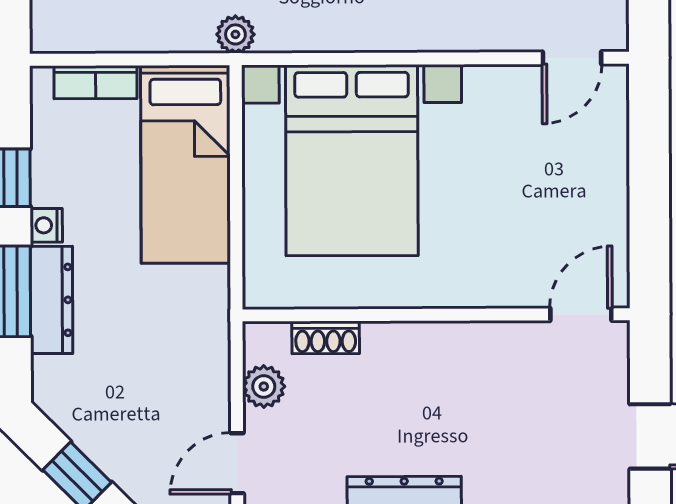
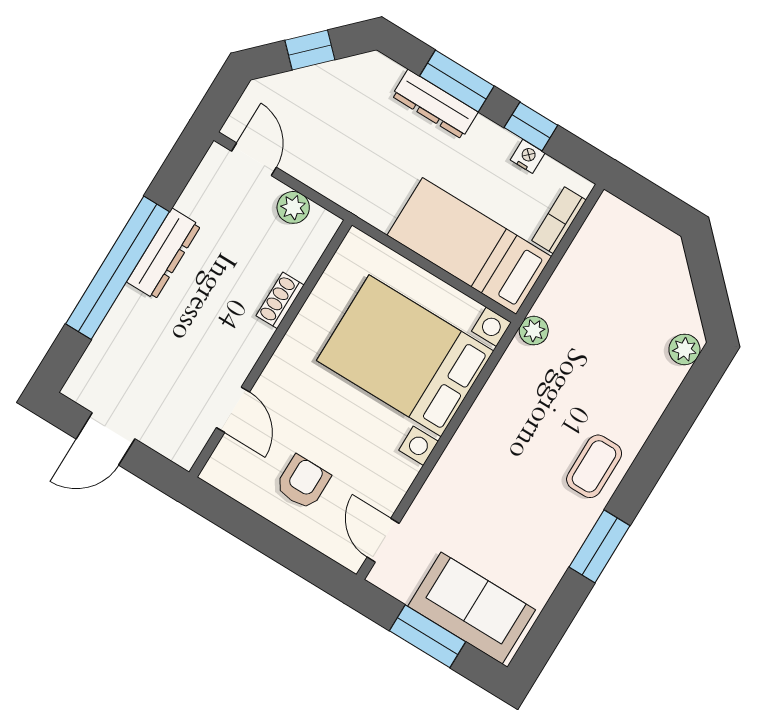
armchair: (563, 187) -> (303, 482), added
nightstand: (46, 225) -> (528, 156), moved
door: (581, 314) -> (233, 410), moved
shoe rack: (326, 337) -> (280, 300), moved

